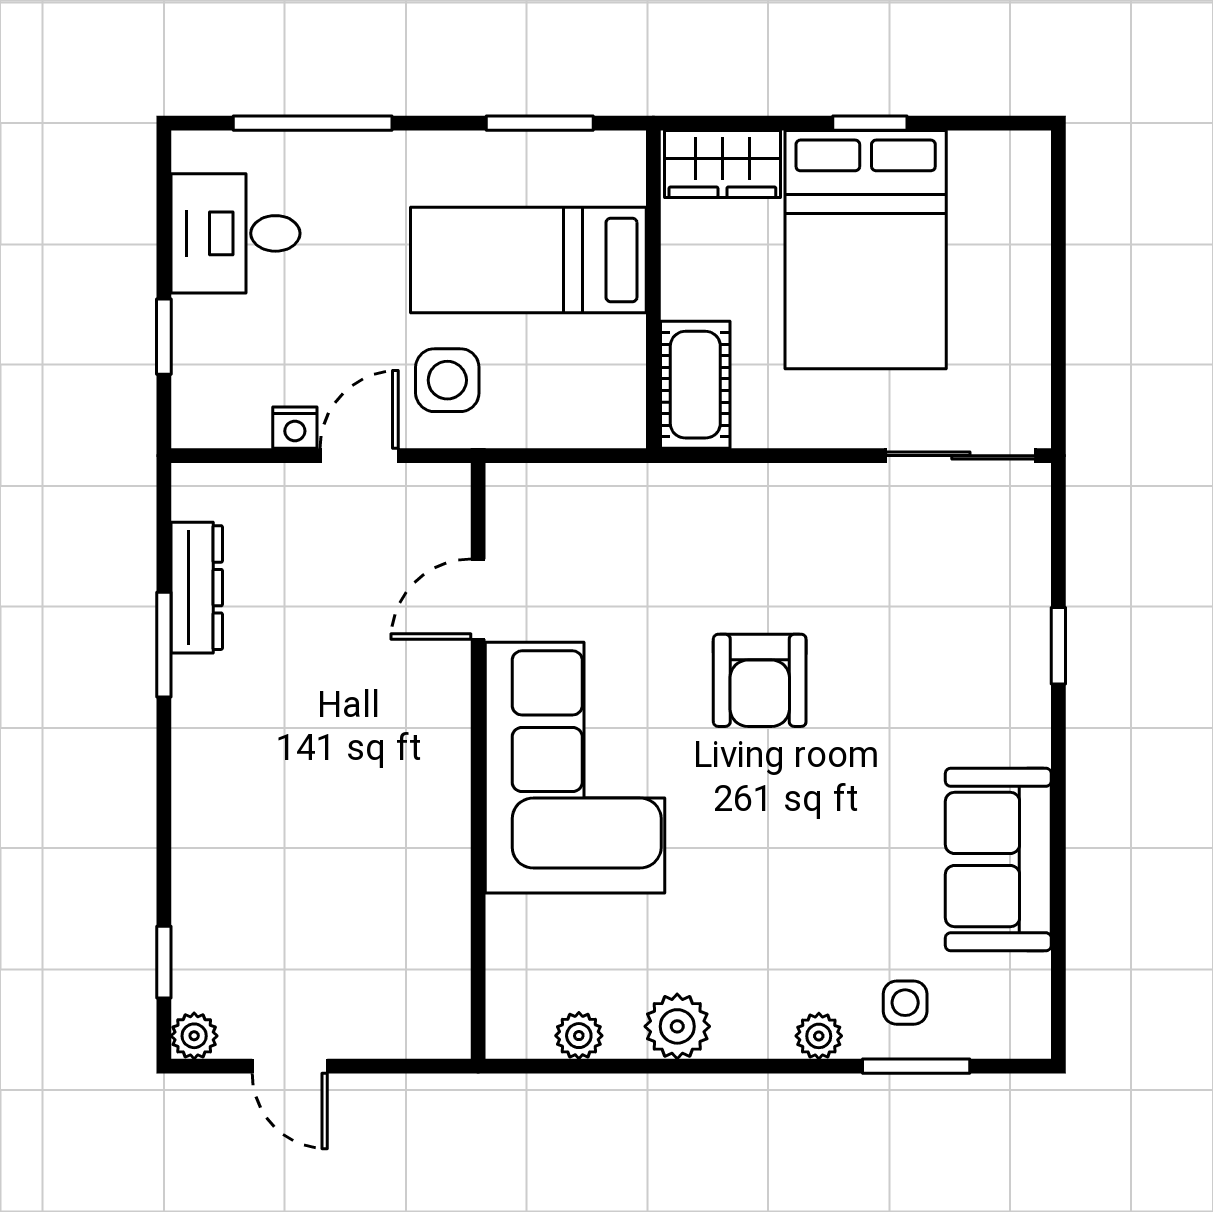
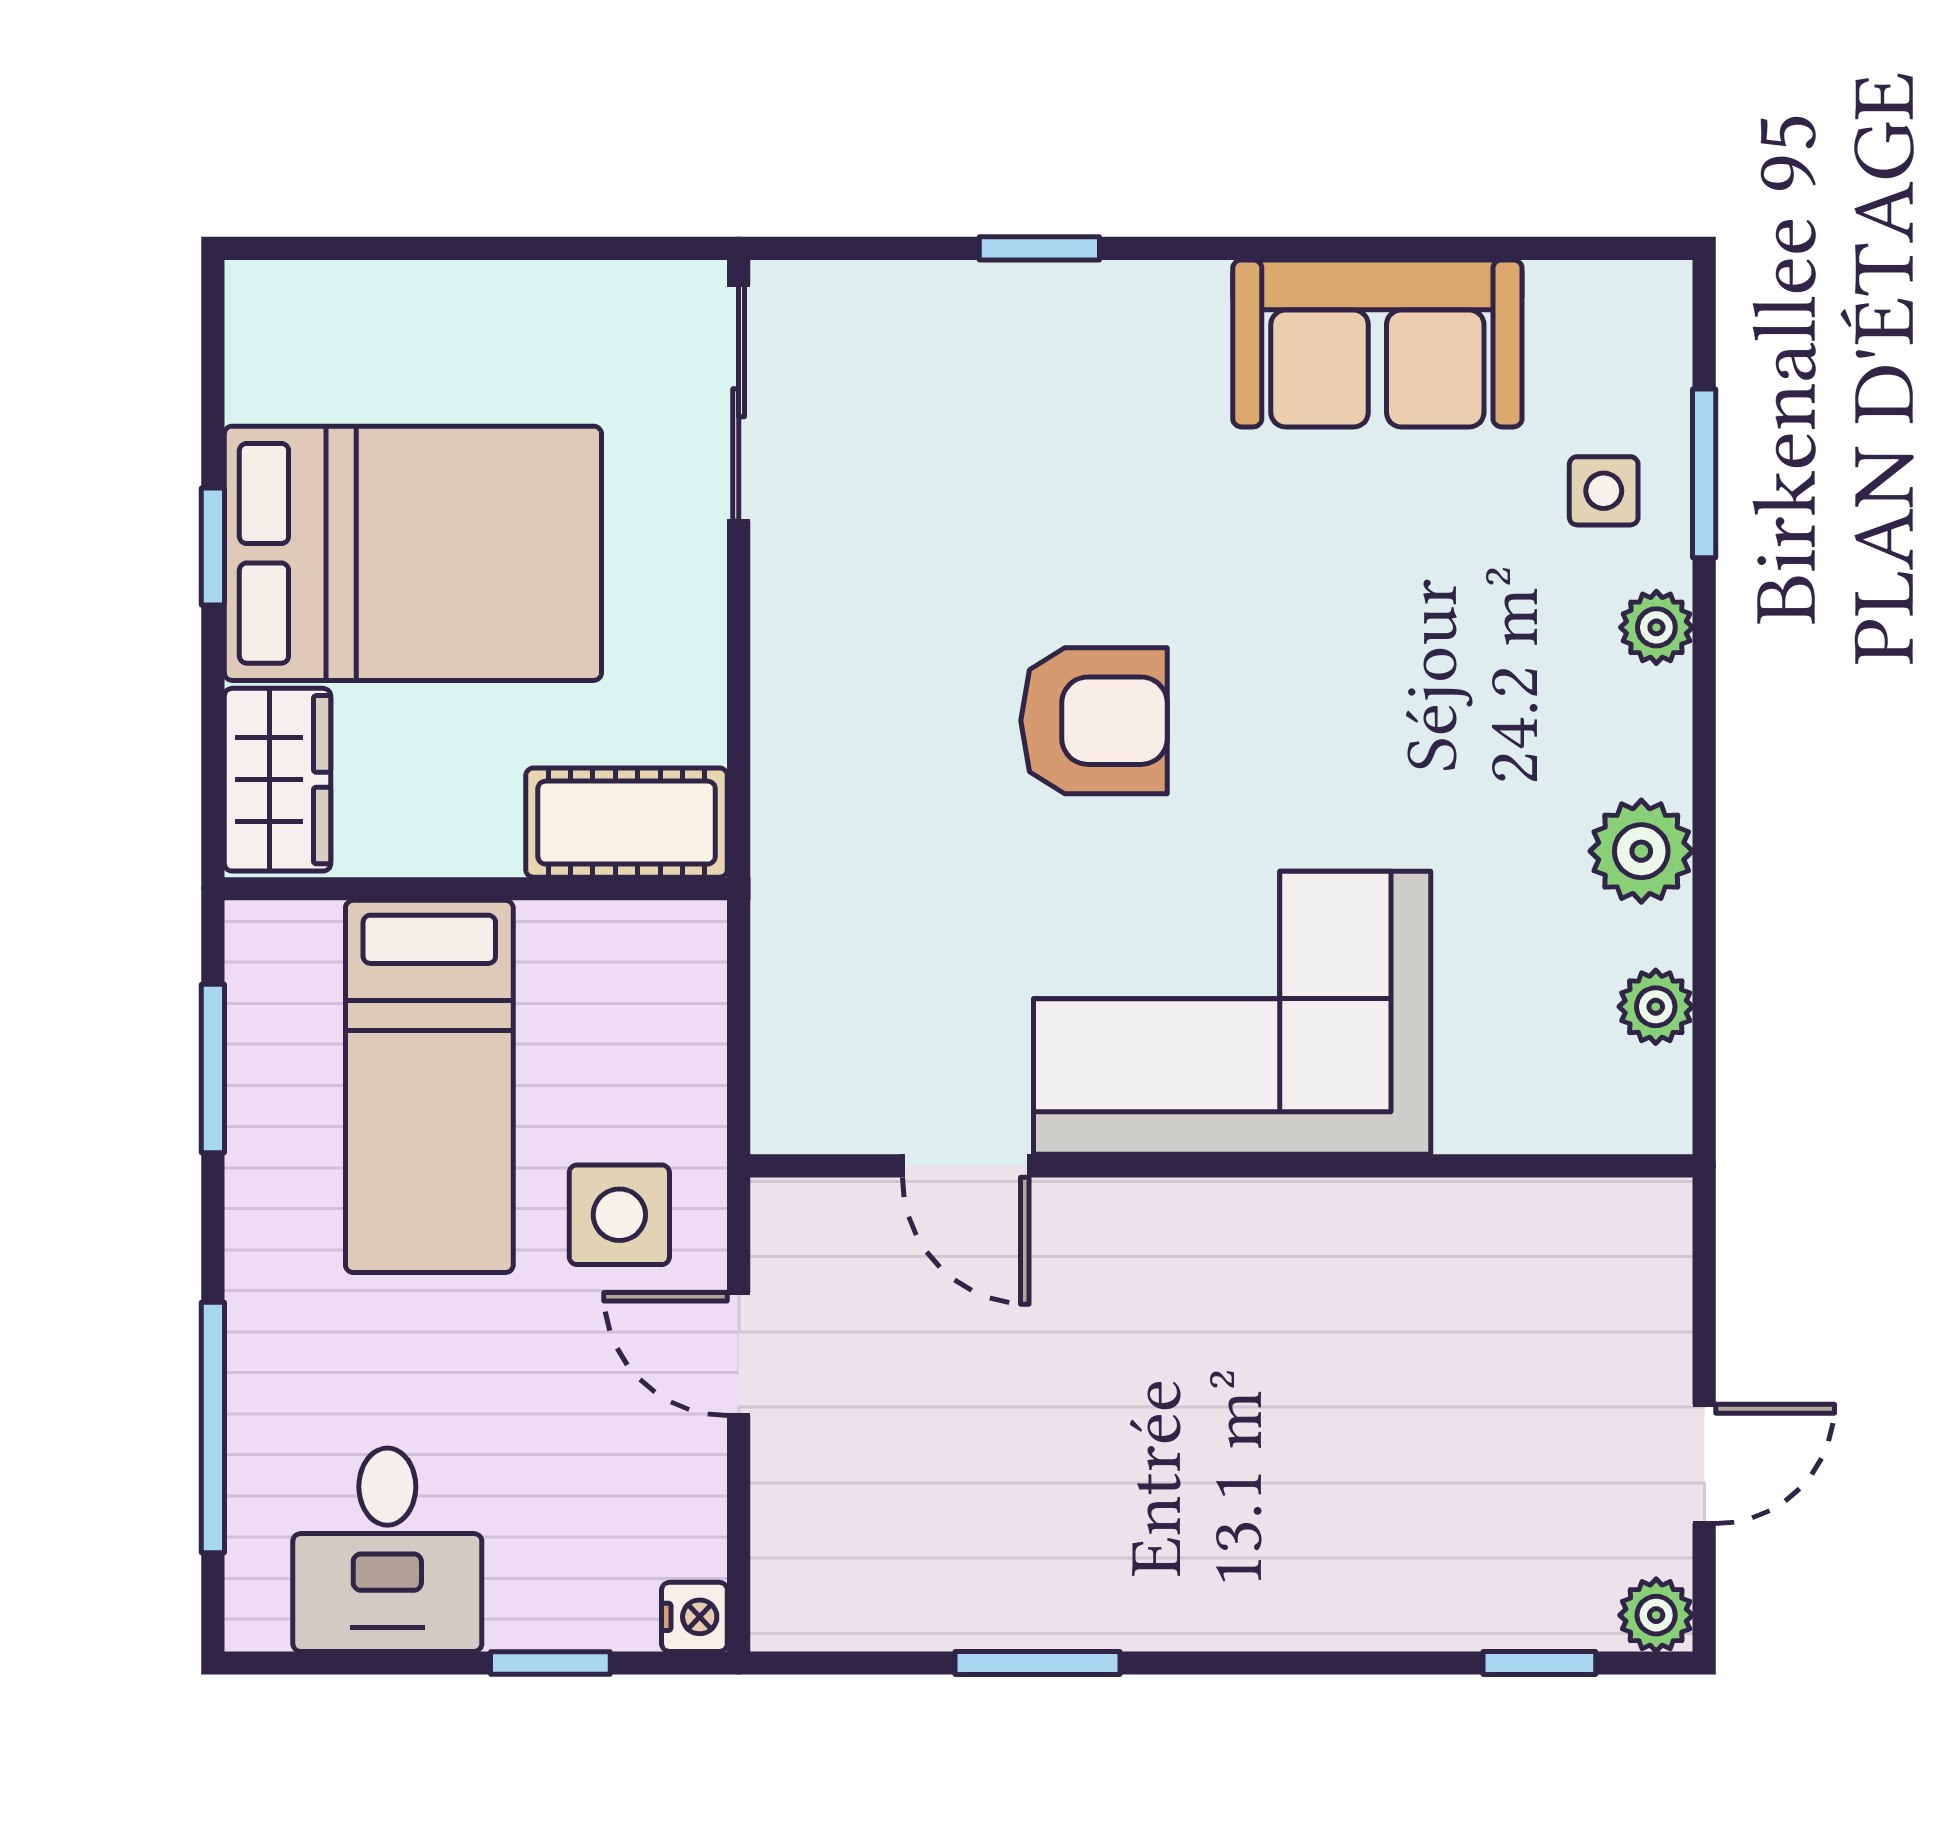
nightstand: (295, 428) -> (694, 1617), moved
dresser: (197, 588) -> (947, 1611), removed

